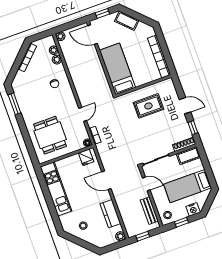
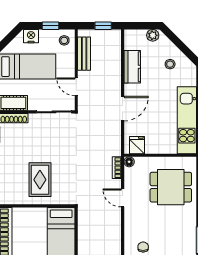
rug: (148, 106) -> (40, 180), turned 90
door: (83, 114) -> (123, 198), hinge flipped
dining table: (50, 135) -> (171, 187), turned 90
door: (106, 180) -> (123, 109), hinge flipped
plant: (120, 236) -> (153, 35), moved

